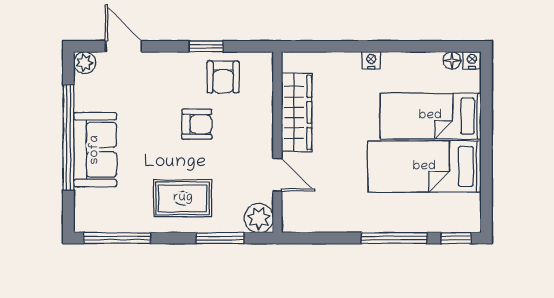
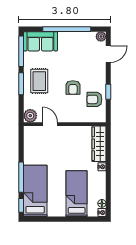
wardrobe: (297, 112) -> (99, 144), moved, turned 90
sofa: (95, 150) -> (40, 41), moved
bed: (424, 167) -> (35, 191), moved
door: (277, 175) -> (50, 124), swing flipped
window: (220, 238) -> (21, 84), moved

